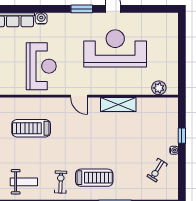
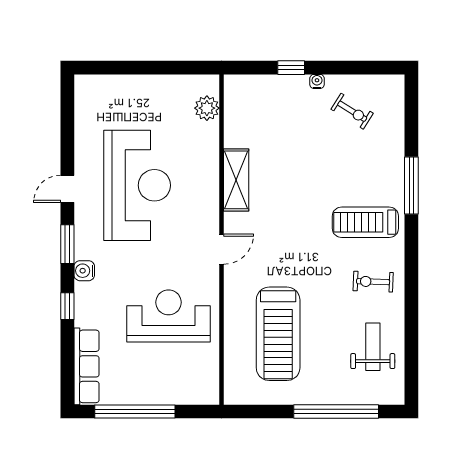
window: (47, 9) -> (67, 306), added
water cooler: (41, 18) -> (84, 271), moved
reception desk: (115, 48) -> (137, 185), turned 180
treadmill: (31, 128) -> (278, 334), width x1.37, depth x1.38
treadmill: (94, 178) -> (365, 222), turned -90

